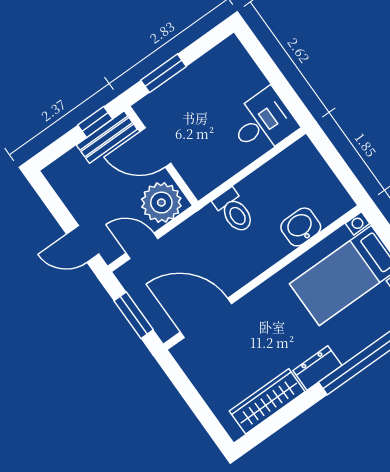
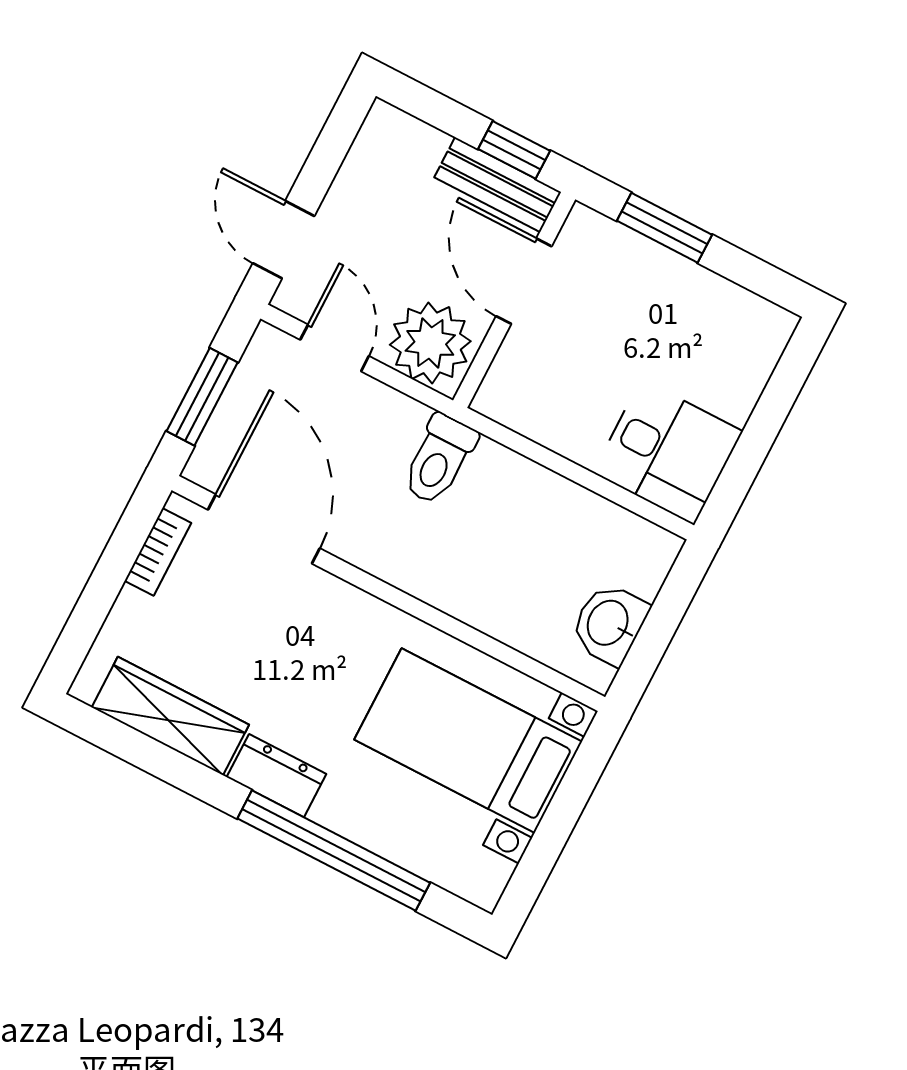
toilet: (234, 211) -> (439, 459), moved
washbasin: (301, 227) -> (609, 624), moved, turned -90
bookcase: (192, 370) -> (158, 552), added

